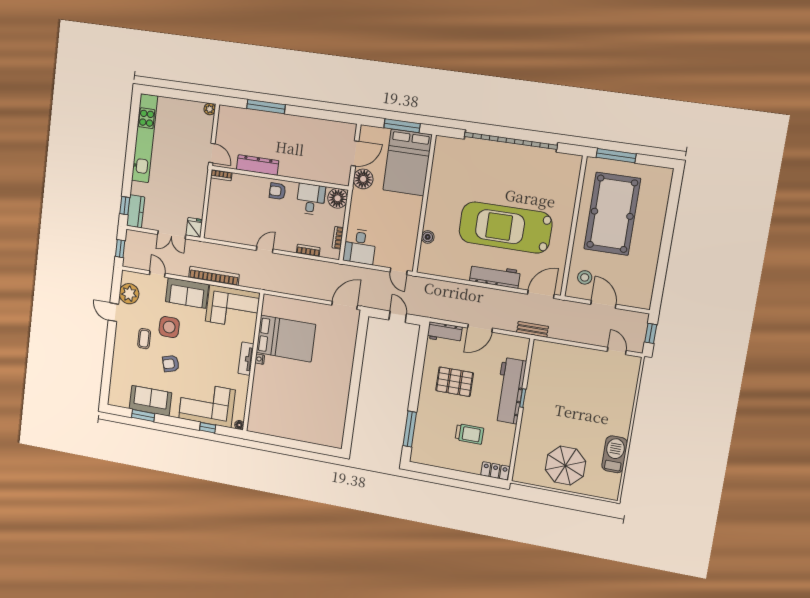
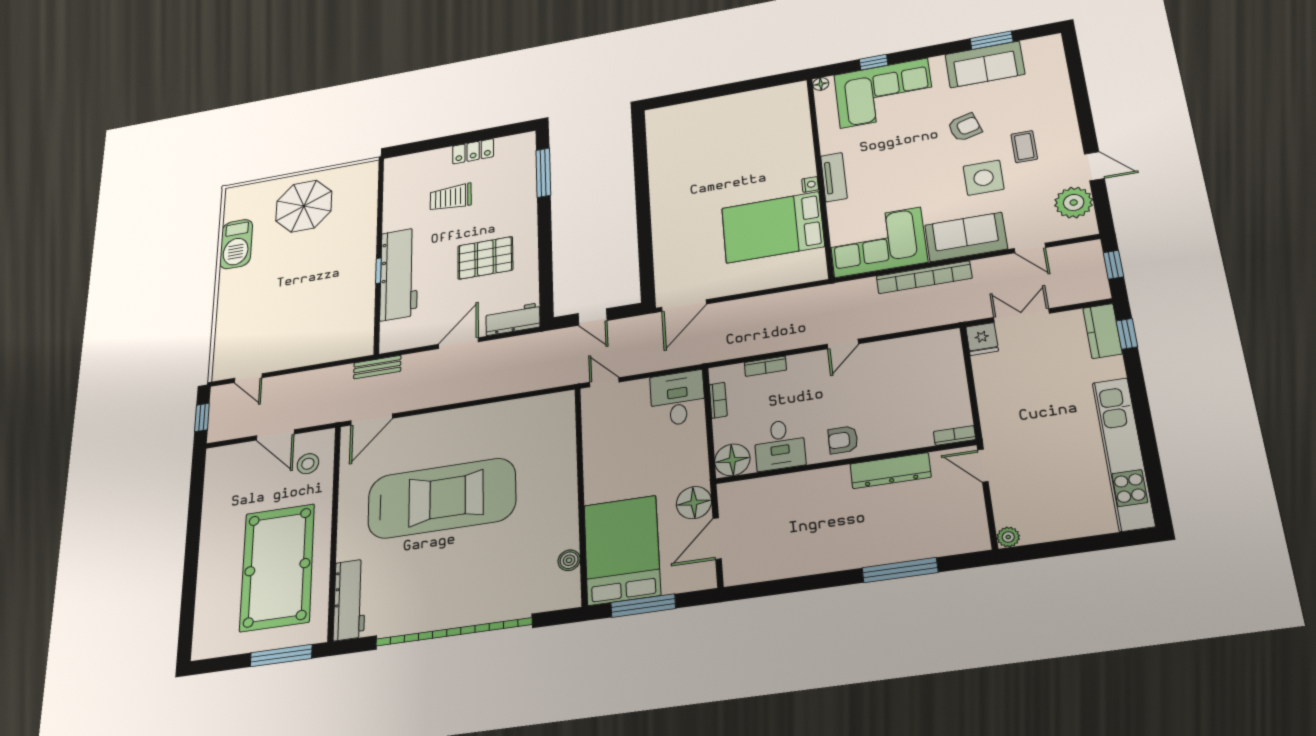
armchair: (277, 191) -> (843, 440), turned 180
boiler: (428, 237) -> (569, 560), moved
workbench: (495, 276) -> (350, 600), moved, turned -90
locker: (495, 471) -> (473, 151), moved

